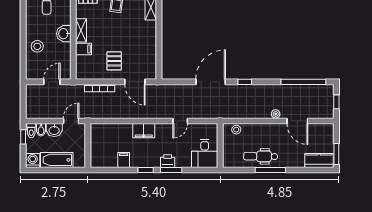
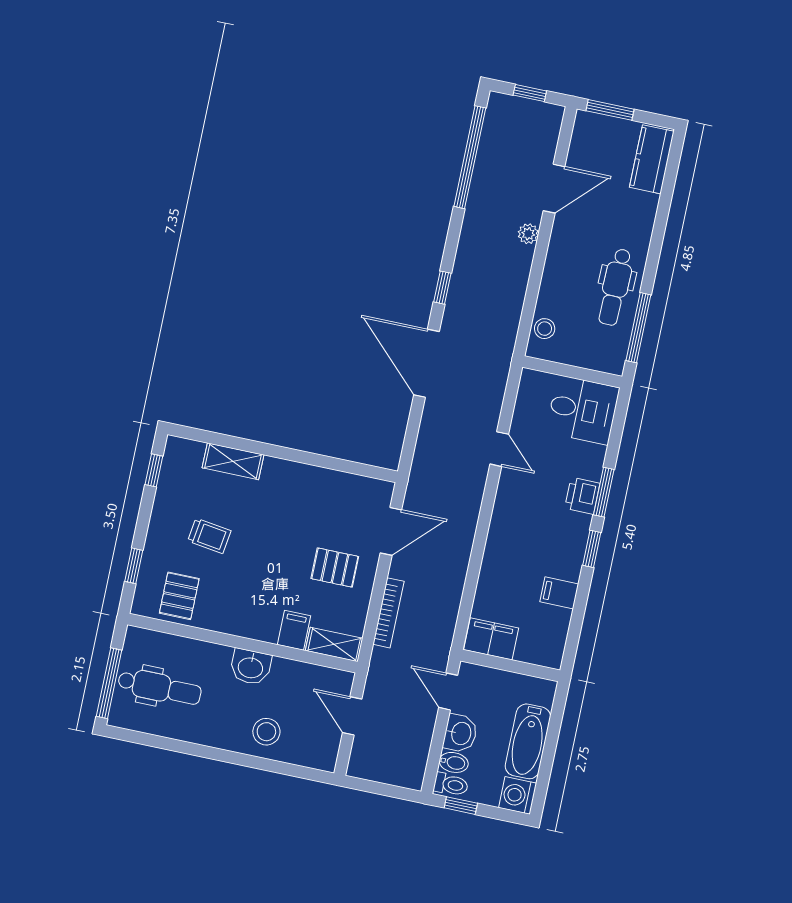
shelving: (81, 30) -> (334, 644), moved
filing cabinet: (144, 131) -> (491, 639), moved, turned -90
window: (336, 154) -> (610, 110), moved
window: (270, 170) -> (638, 328), moved

